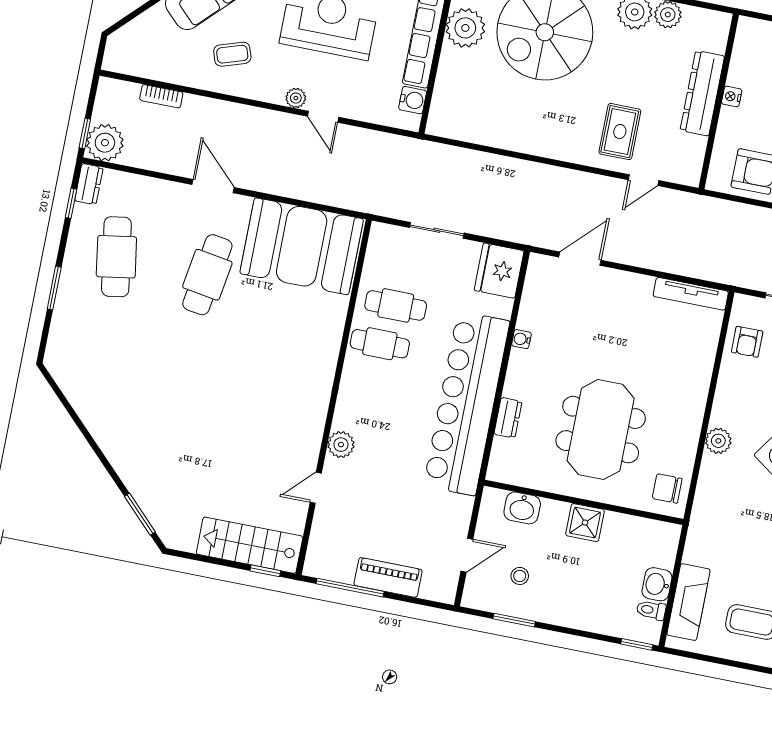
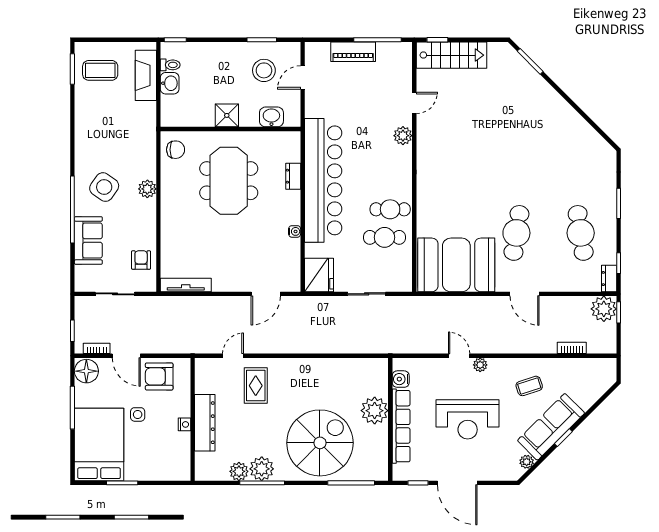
plant: (465, 28) -> (375, 411), moved
stool: (520, 576) -> (264, 70), width x1.89, depth x1.89

